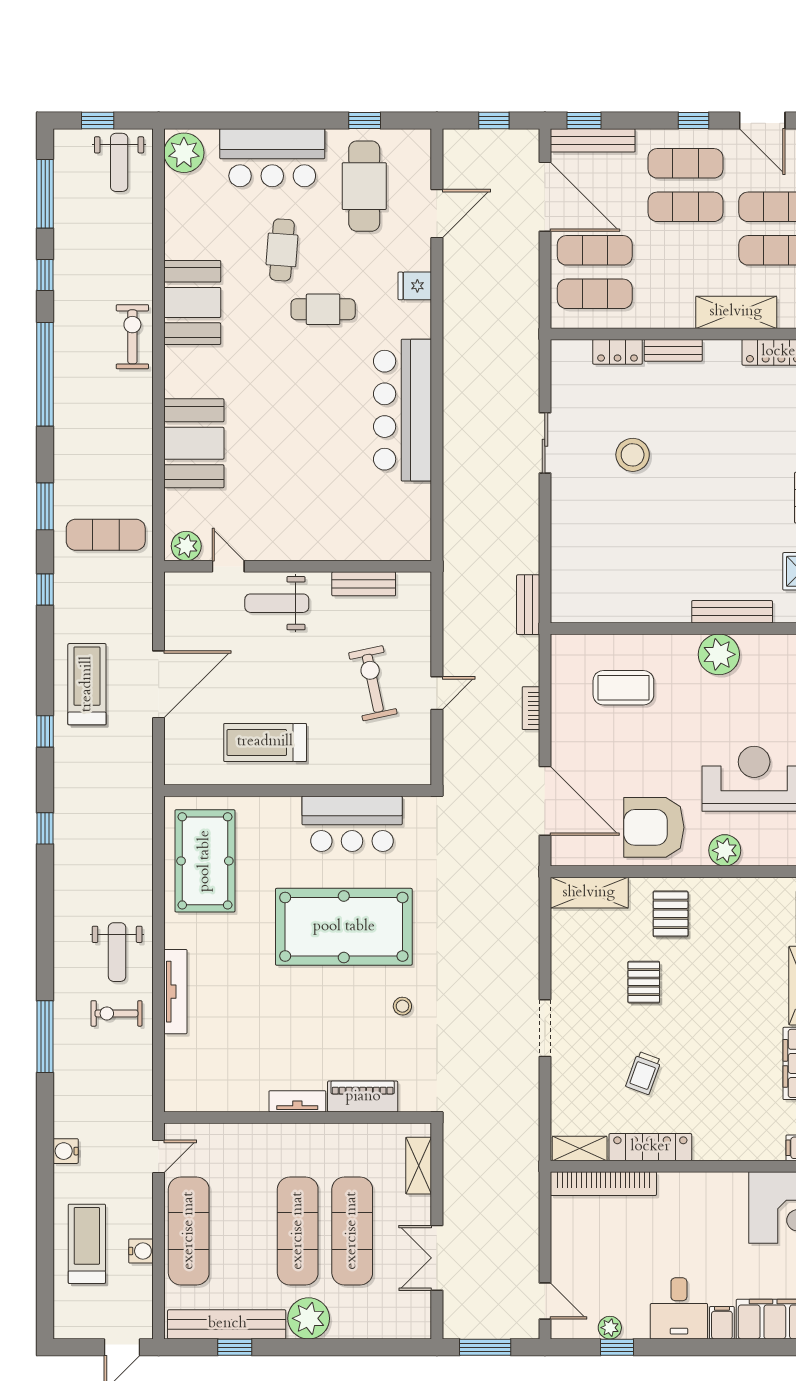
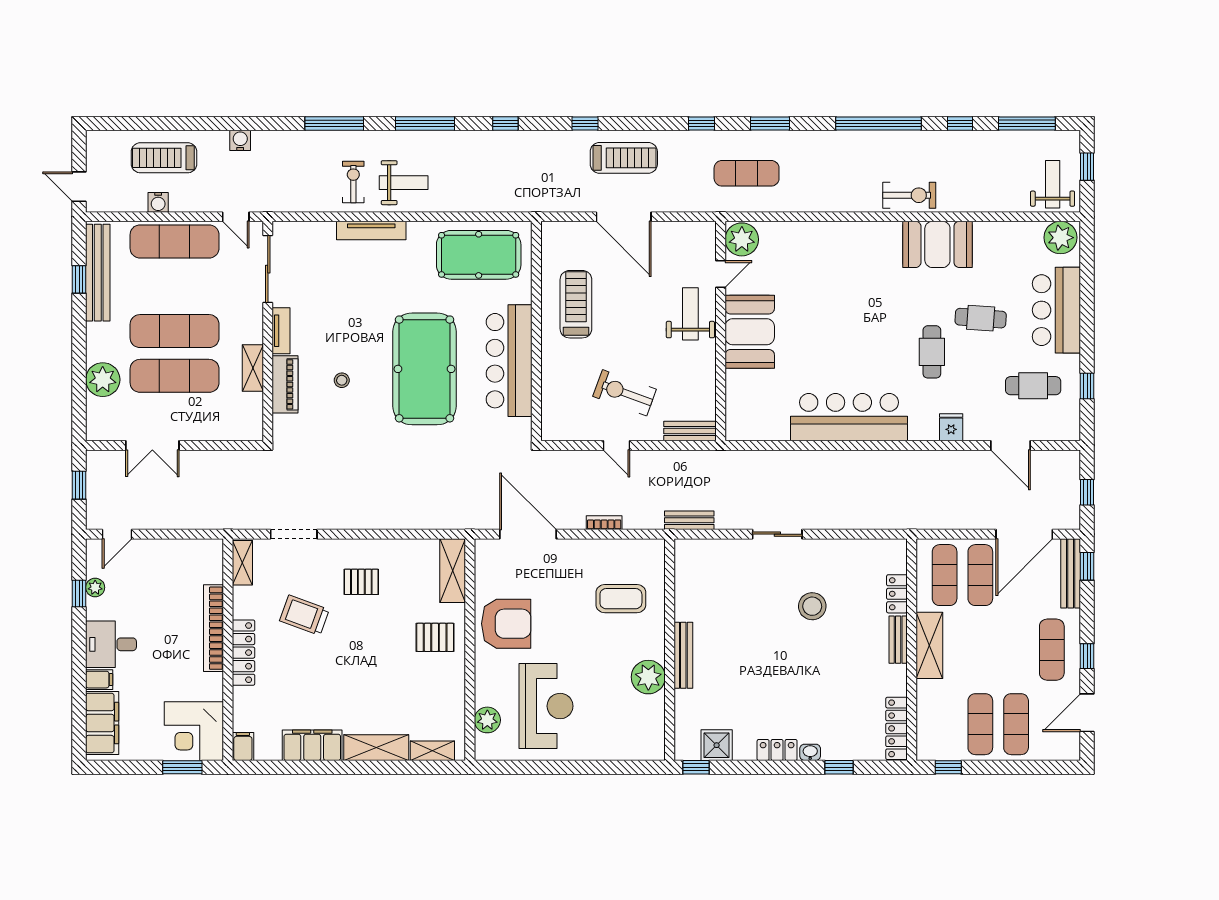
weight bench: (119, 162) -> (1053, 184), turned 90
cafe table: (364, 186) -> (1033, 386), width x0.73, depth x0.74
exercise mat: (685, 207) -> (1016, 650), removed
shelving: (736, 312) -> (929, 645), moved
booth: (194, 443) -> (750, 332), moved, turned 90
sliding door: (545, 443) -> (777, 534), moved
exercise mat: (106, 535) -> (747, 173), turned 90
plant: (186, 546) -> (742, 239), width x1.36, depth x1.36
bench: (364, 584) -> (690, 431), moved, turned 90
bench: (732, 612) -> (683, 655), moved
exercise bike: (373, 683) -> (625, 393), turned -148
coffee table: (623, 688) -> (621, 599), turned 90
door: (545, 801) -> (528, 534), swing flipped
bar counter: (352, 824) -> (509, 361), width x1.36
armchair: (654, 827) -> (506, 624), turned 90
plant: (725, 850) -> (487, 720), moved
window: (45, 926) -> (425, 123), added
weight bench: (117, 952) -> (404, 183), turned 180
pallet: (644, 982) -> (361, 582), moved
stool: (402, 1006) -> (342, 380), moved
doorway: (545, 1028) -> (294, 534), moved
trolley: (643, 1073) -> (304, 615), width x1.36, depth x1.39
sliding door: (222, 1118) -> (268, 269), added
locker: (650, 1147) -> (243, 653), moved
shelving: (419, 1166) -> (253, 368), moved, turned 90
bookcase: (603, 1184) -> (213, 628), moved
treadmill: (87, 1244) -> (164, 158), turned 180
double door: (437, 1258) -> (152, 445), swing flipped
plant: (309, 1318) -> (103, 380), moved
window: (485, 1347) -> (79, 485), width x0.67

